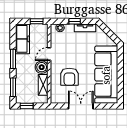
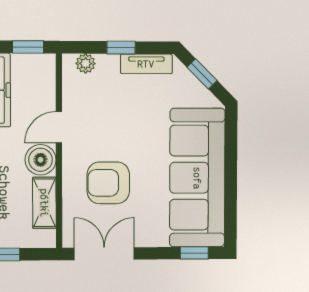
window: (108, 32) -> (202, 74), added
armchair: (69, 77) -> (108, 183), turned 90
double door: (81, 106) -> (104, 254), moved
window: (105, 106) -> (194, 253), added

